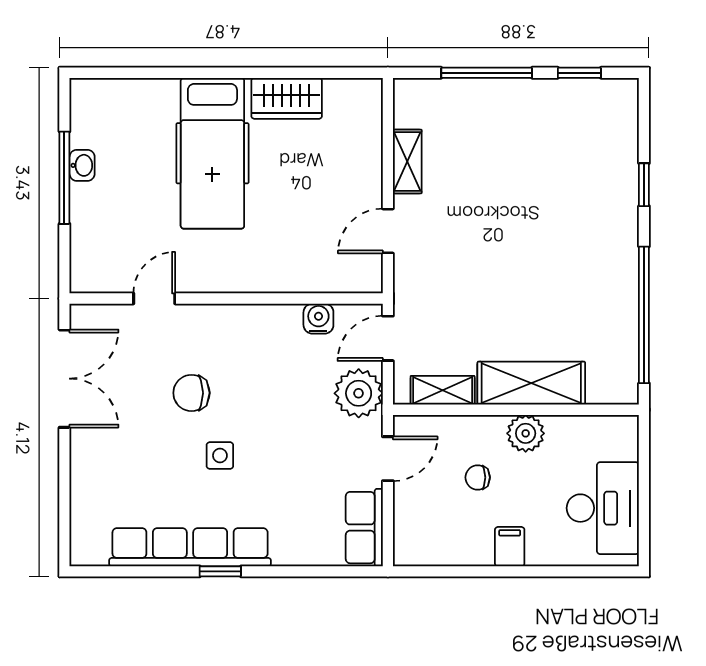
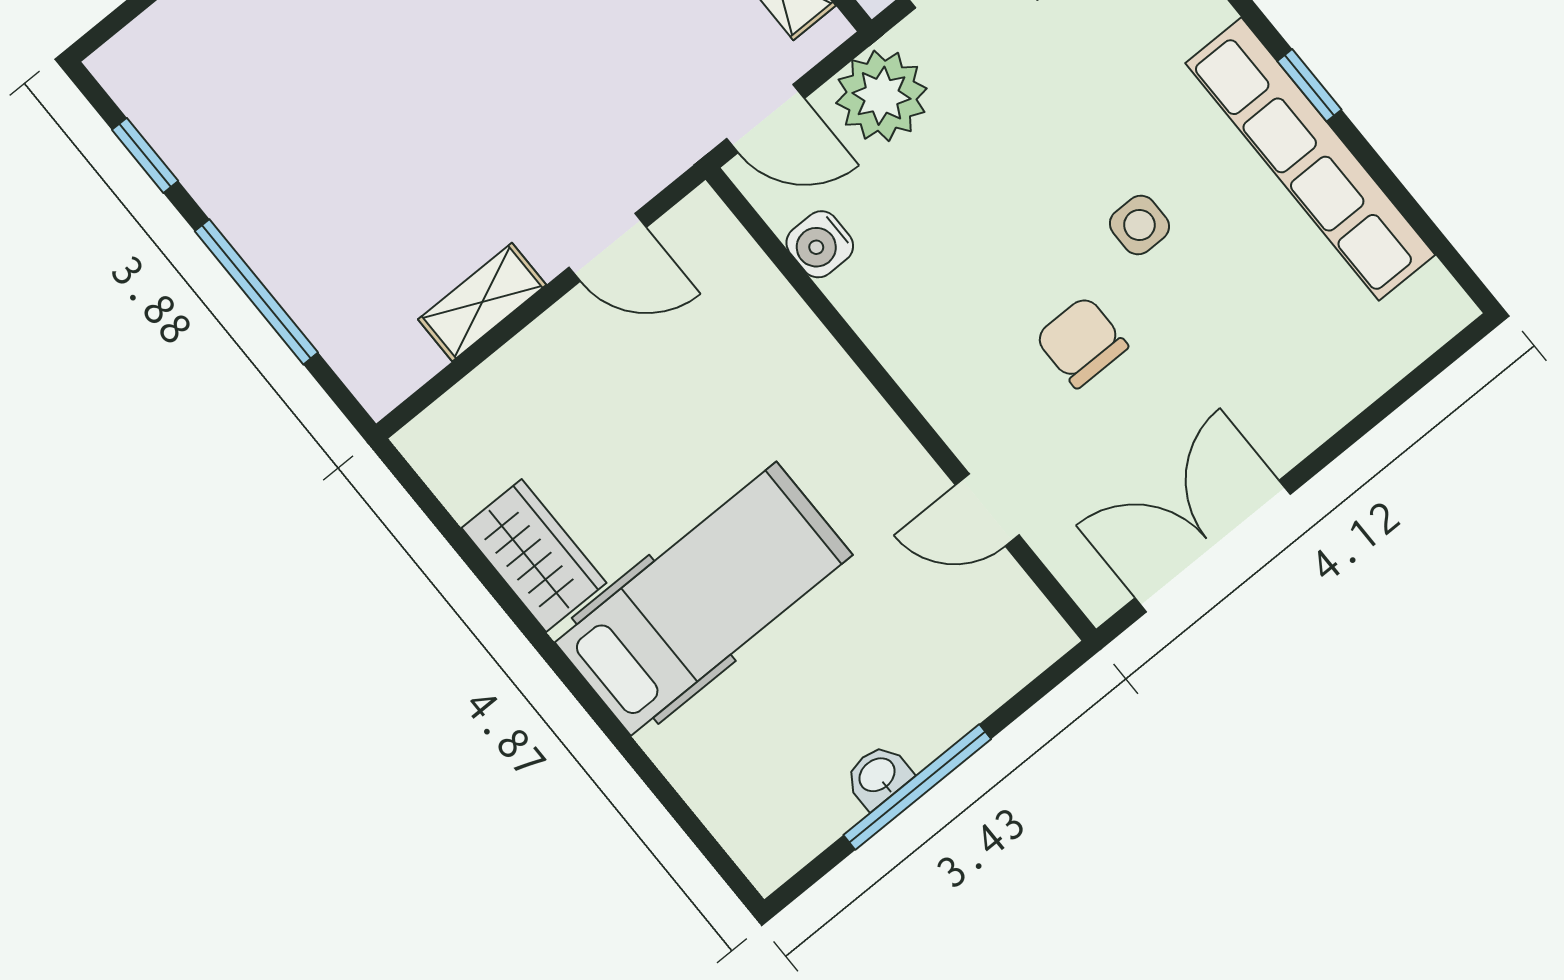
chair: (191, 393) -> (1082, 342), turned 180

